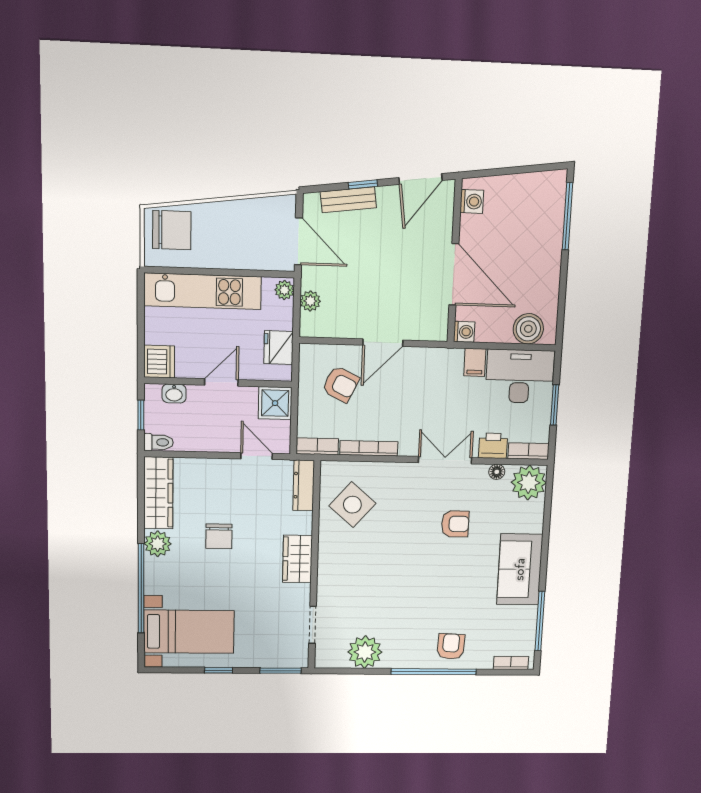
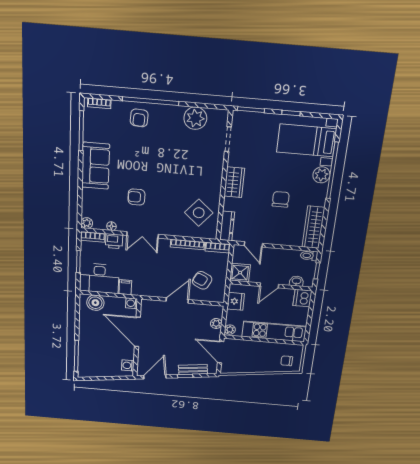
chair: (172, 230) -> (287, 361), width x0.54, depth x0.54
plant: (529, 483) -> (87, 223), width x0.53, depth x0.53
plant: (158, 544) -> (321, 175), moved

